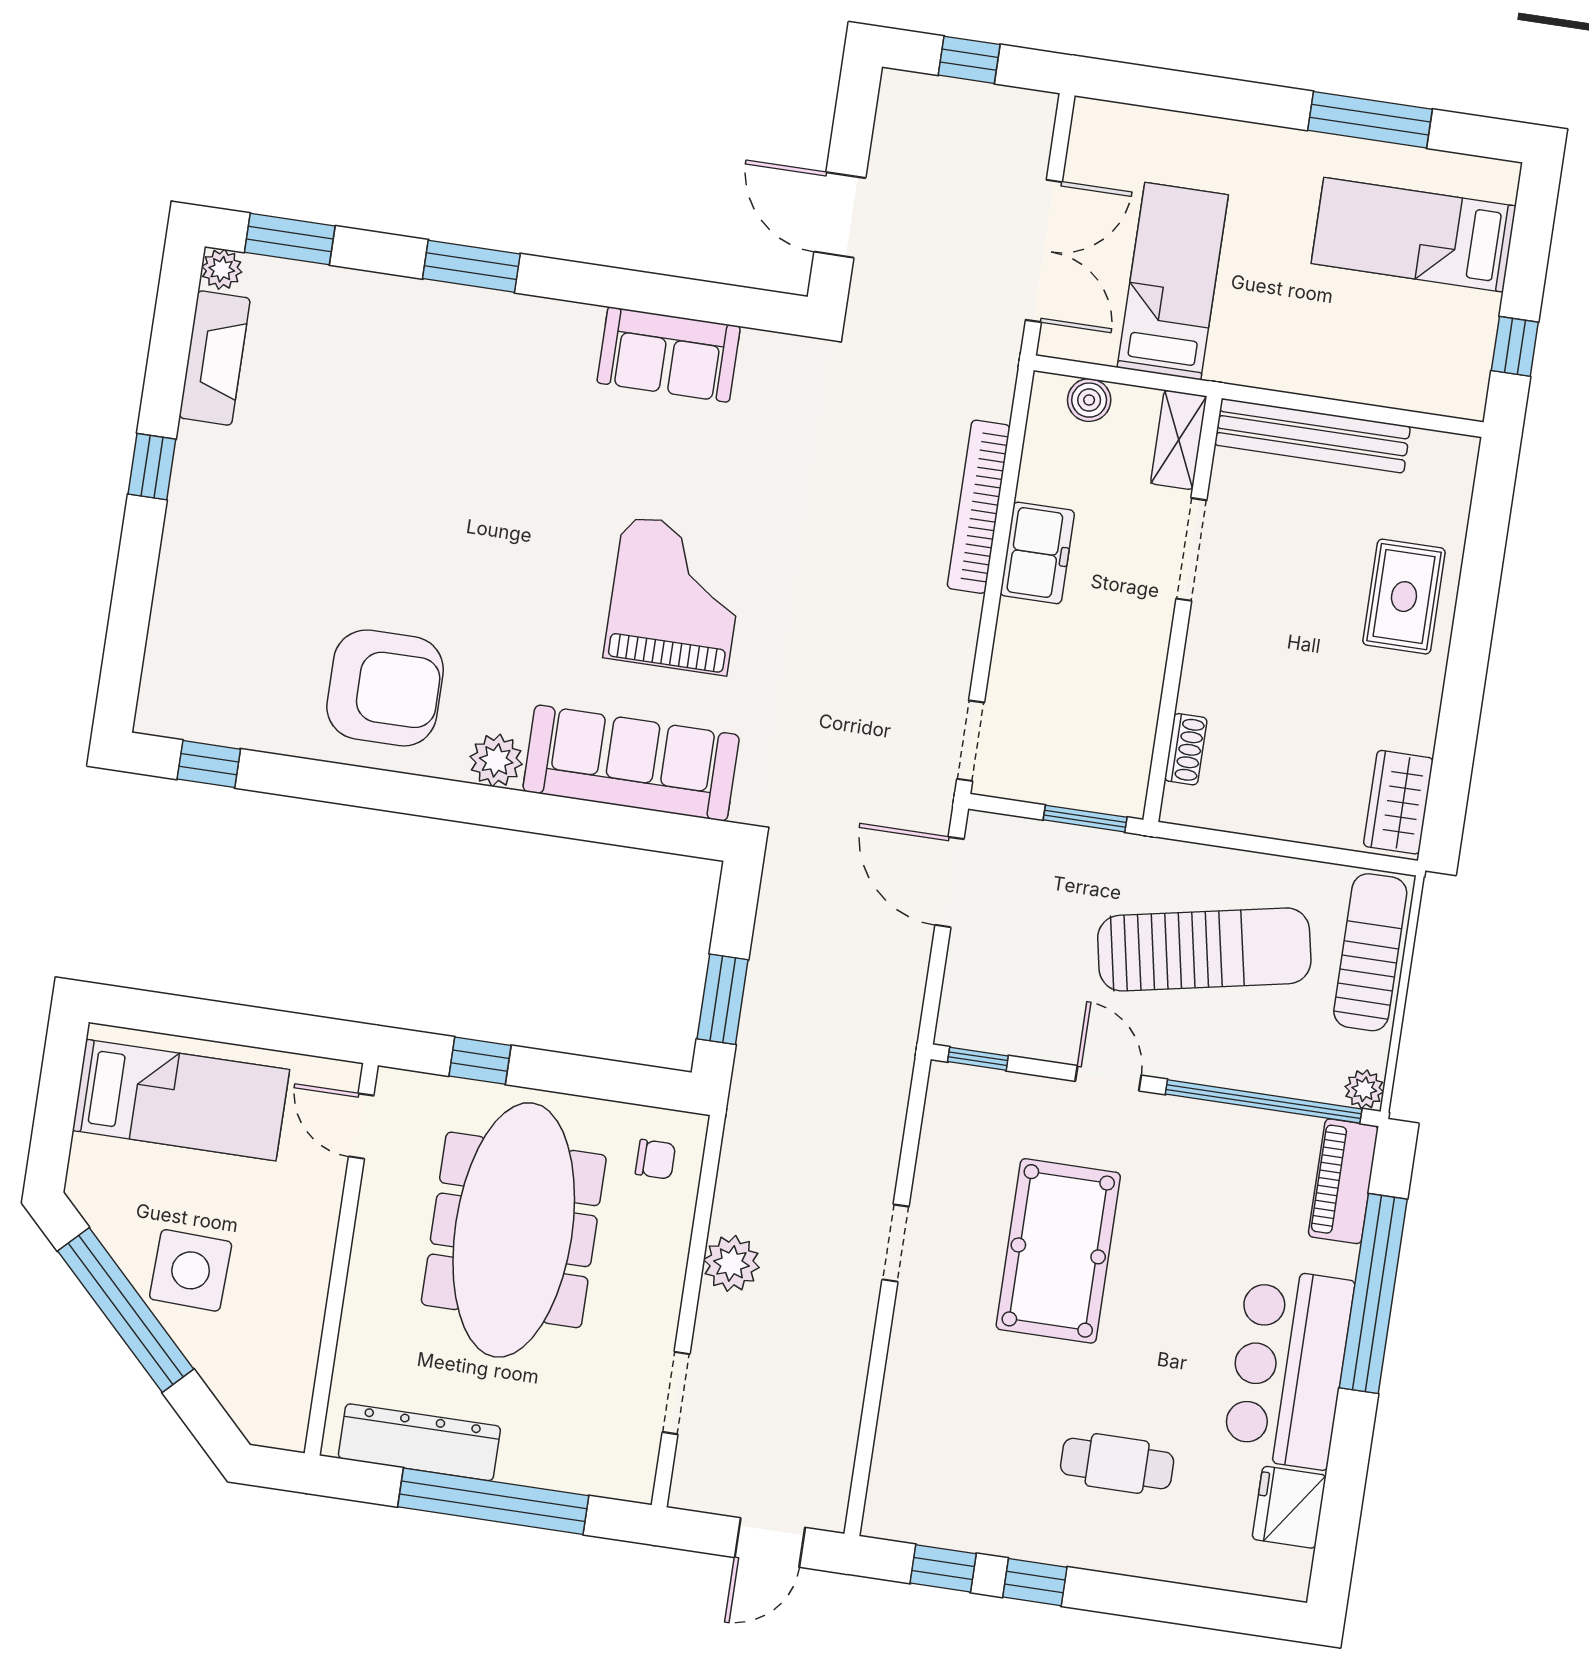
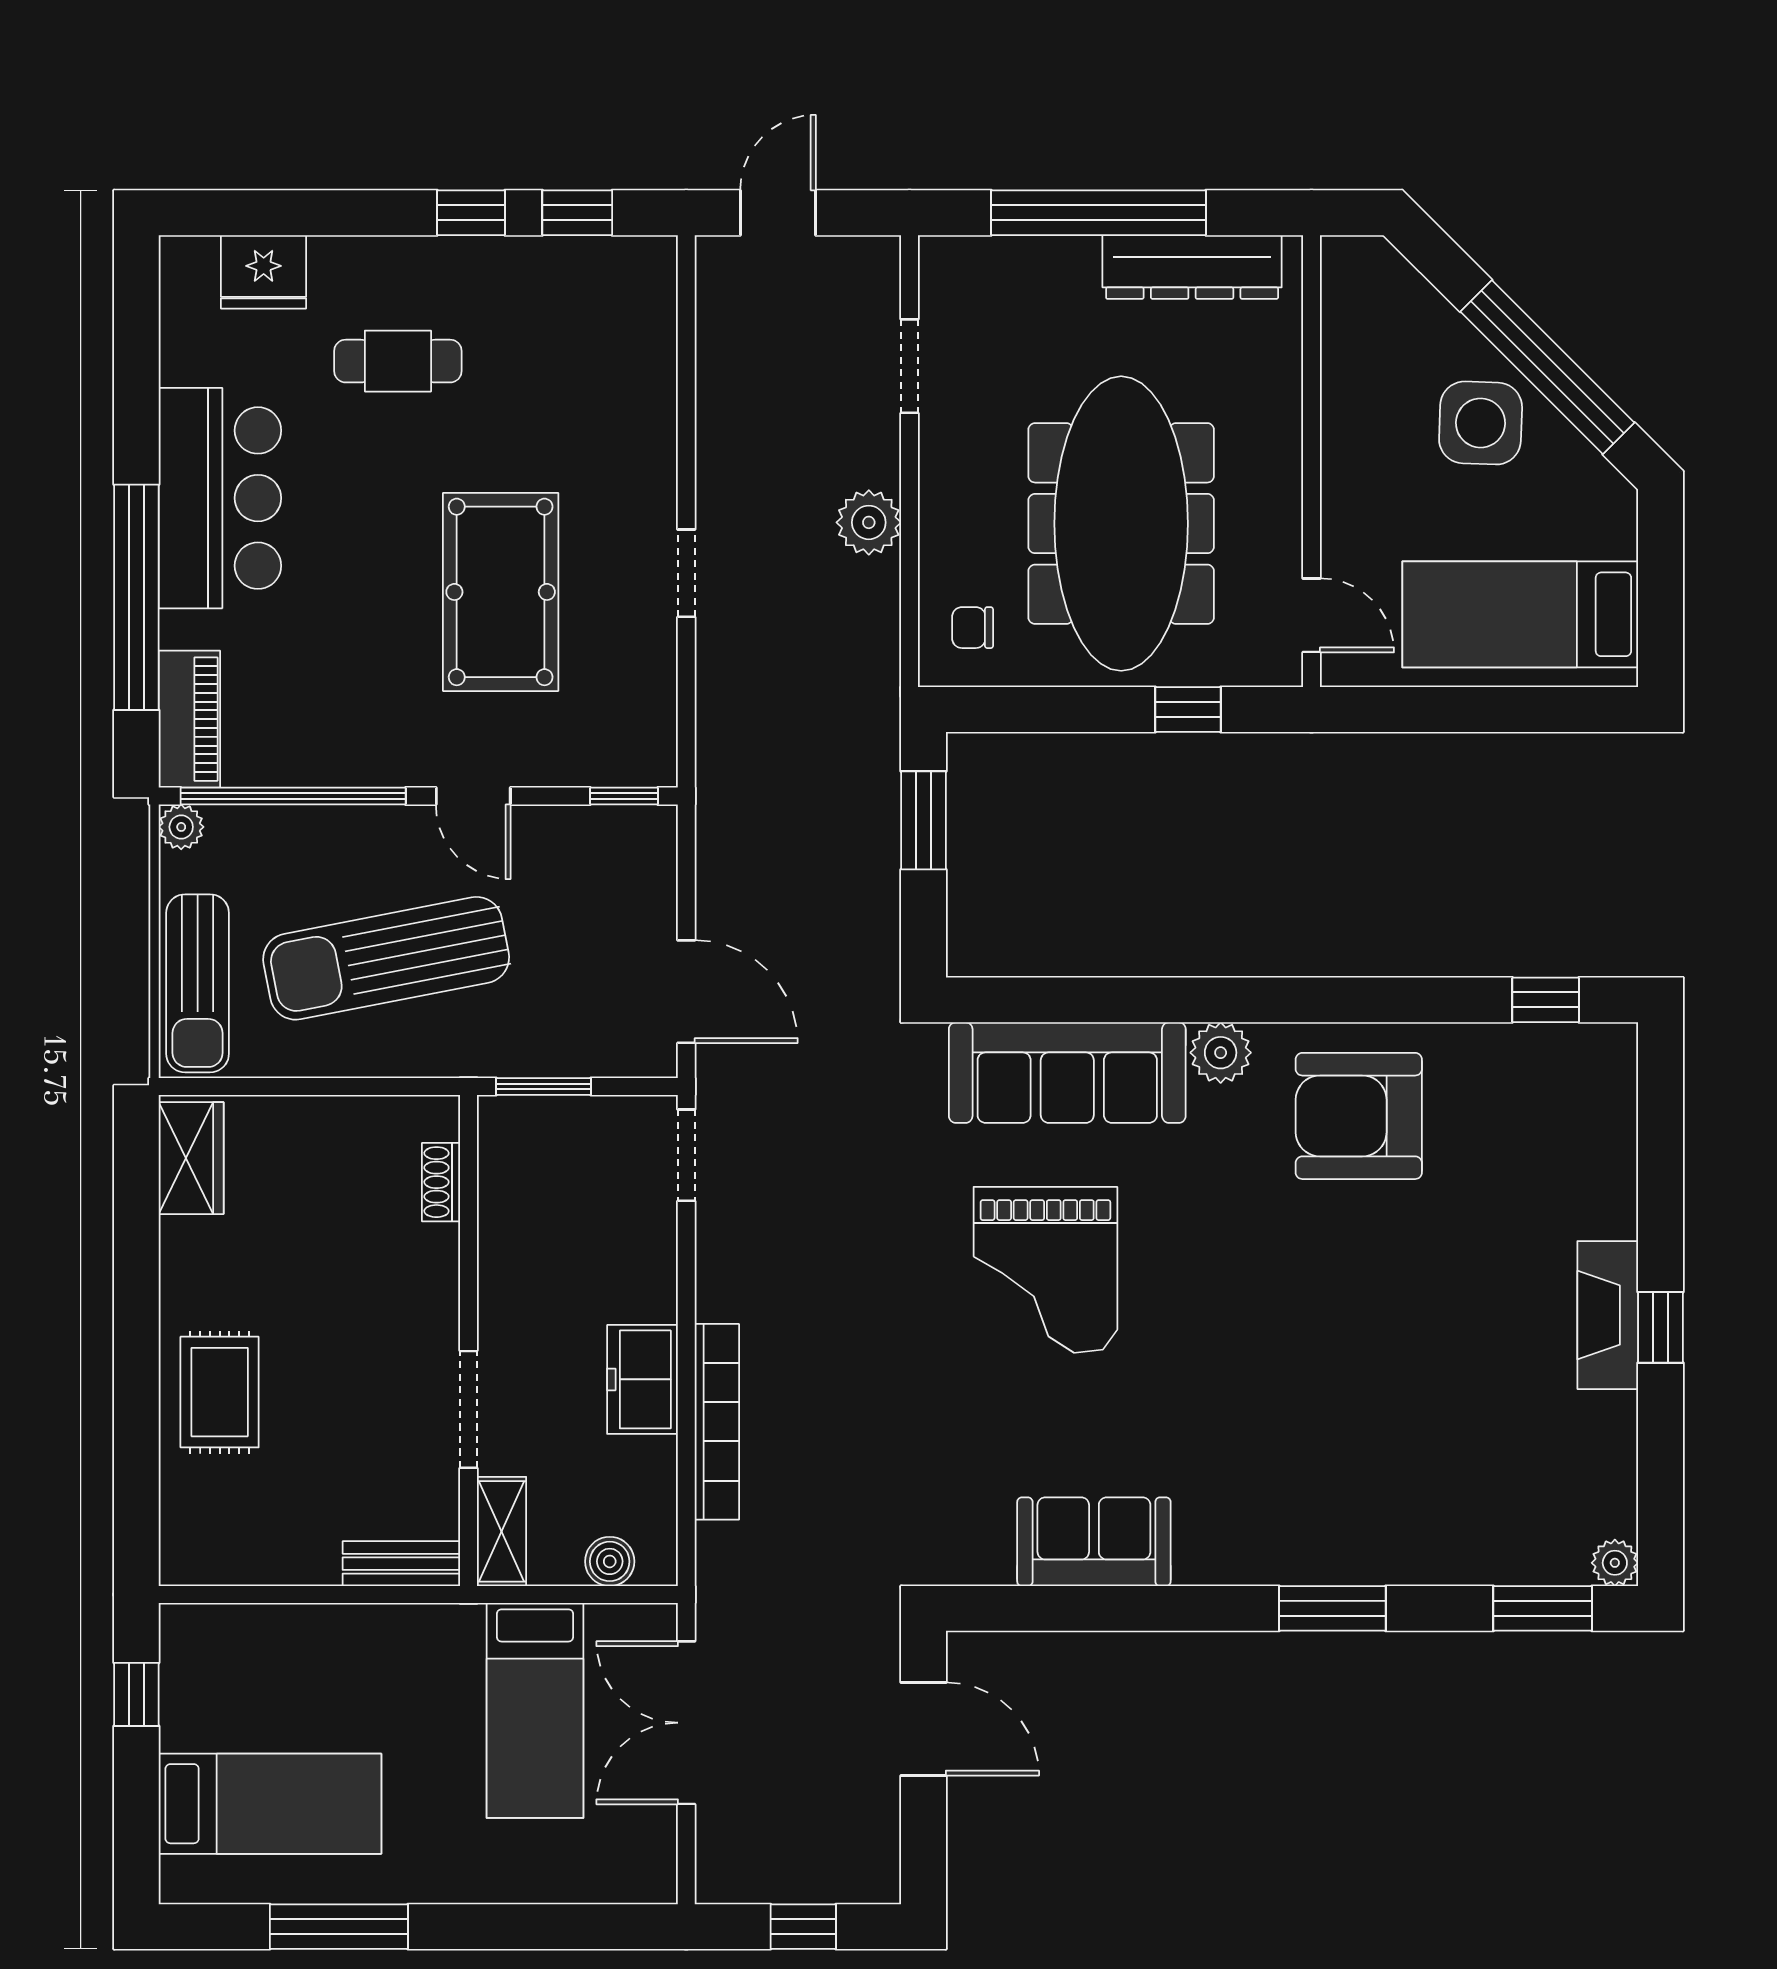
fireplace: (215, 358) -> (1608, 1315), moved
bench: (1312, 436) -> (401, 1564), width x0.54, depth x0.82
fridge: (1289, 1507) -> (264, 272), moved, turned 90

